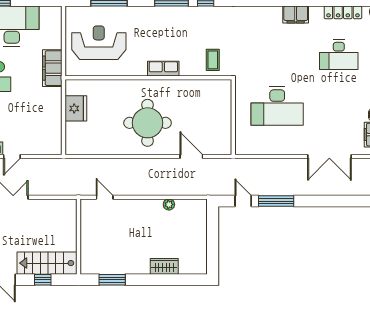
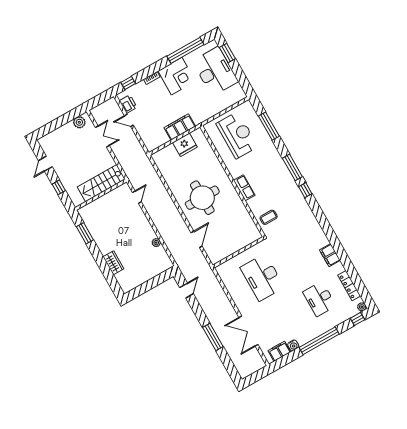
filing cabinet: (52, 68) -> (180, 127), moved
window: (276, 201) -> (213, 337), moved
stairs: (47, 263) -> (101, 183), moved, turned -90

